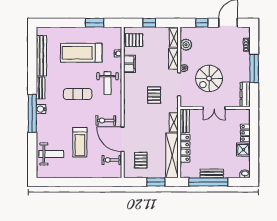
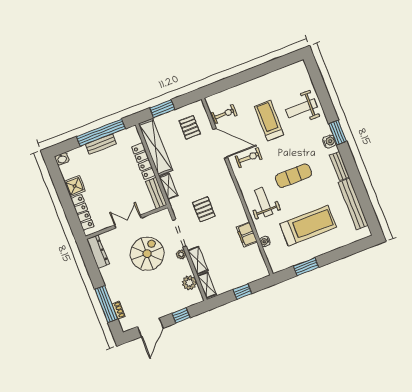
pallet: (134, 40) -> (252, 264), removed
window: (254, 68) -> (106, 304), moved
window: (32, 113) -> (338, 133), width x0.47
locker: (245, 133) -> (82, 212), width x1.53
weight bench: (51, 154) -> (301, 108), moved

